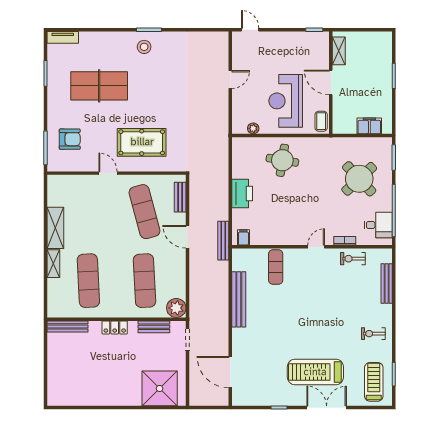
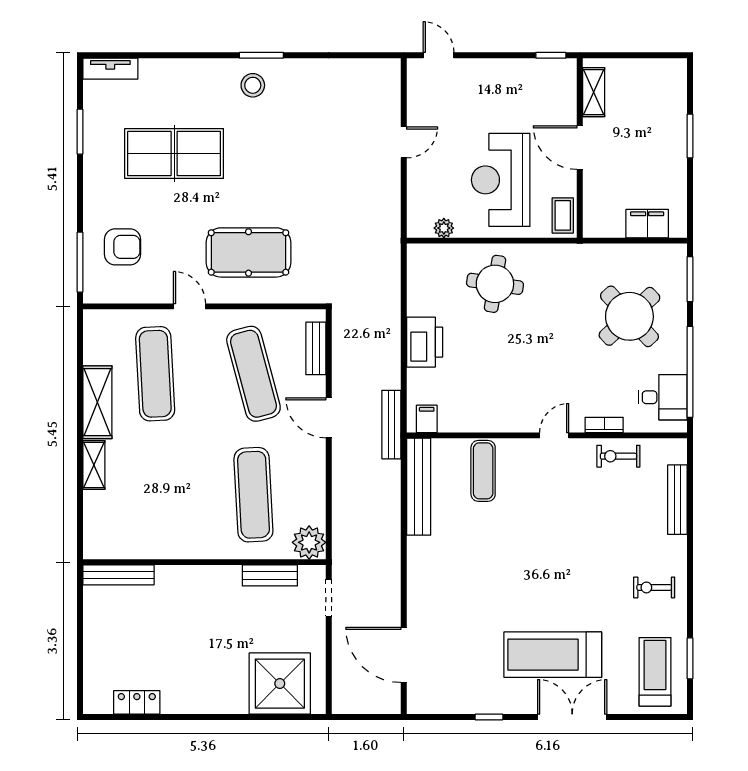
exercise mat: (88, 281) -> (155, 374), moved
bench: (239, 299) -> (419, 487), moved
locker: (115, 327) -> (137, 702), moved, turned 180

